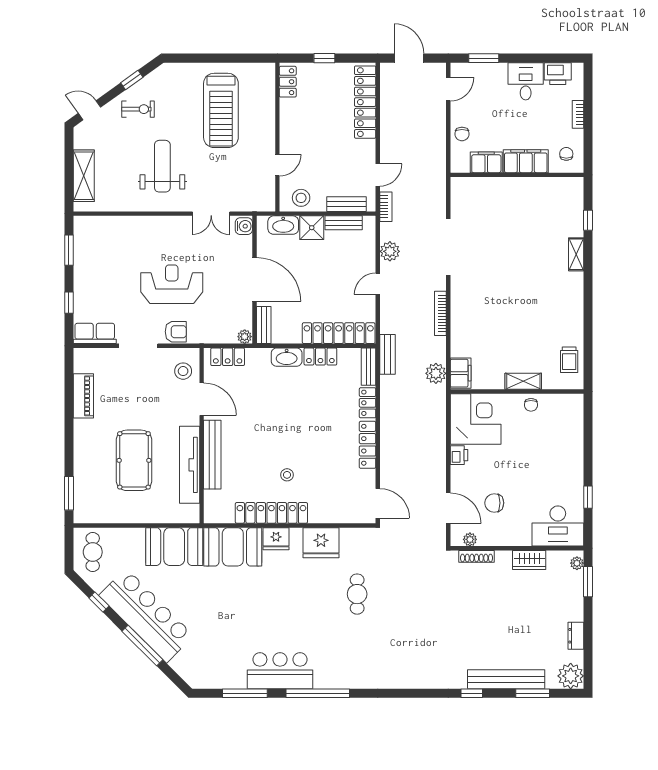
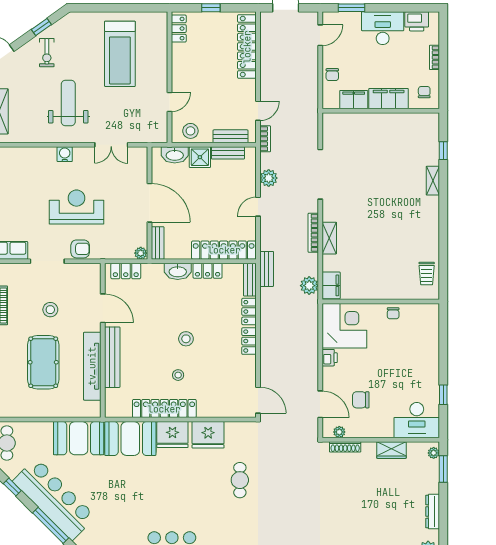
desk: (526, 81) -> (383, 28), width x1.37
exercise bike: (138, 109) -> (47, 53), turned 90
water cooler: (244, 226) -> (65, 154), moved, turned -90
stool: (183, 371) -> (50, 310), moved
shelving: (523, 381) -> (329, 238), moved, turned 90
stool: (296, 434) -> (186, 339), added
locker: (368, 445) -> (249, 341), width x0.66
fridge: (276, 539) -> (172, 435), width x1.36, depth x1.34
dresser: (576, 636) -> (433, 512), width x1.44

